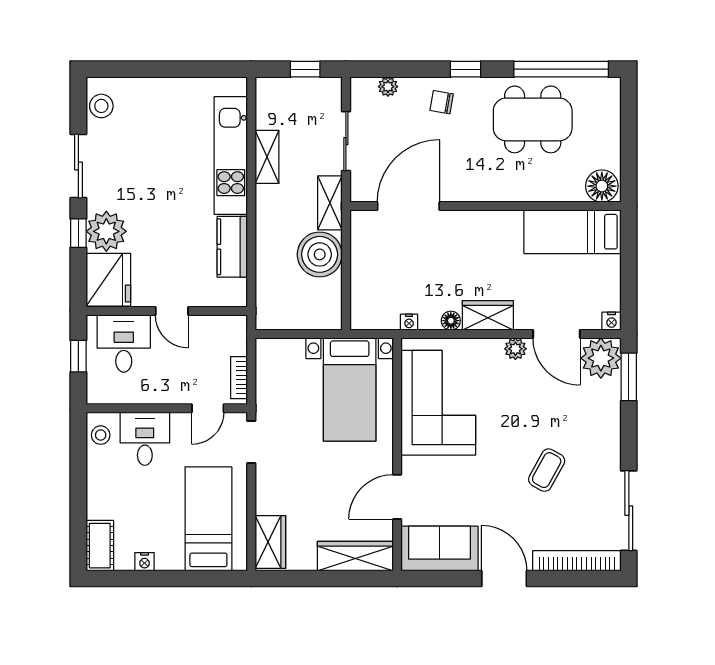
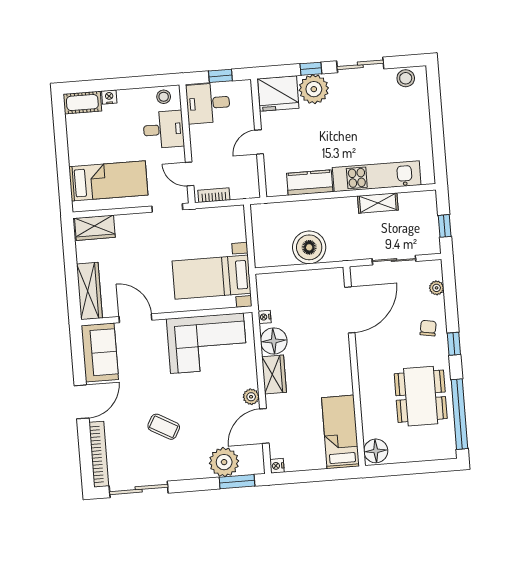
shelving: (330, 203) -> (348, 252), removed
door: (408, 206) -> (350, 310), hinge flipped
floor lamp: (451, 321) -> (274, 341), width x1.89, depth x1.89
desk: (124, 344) -> (208, 103), moved, turned 180
plant: (601, 358) -> (224, 462), moved
nightstand: (145, 562) -> (109, 97), moved, turned 90

